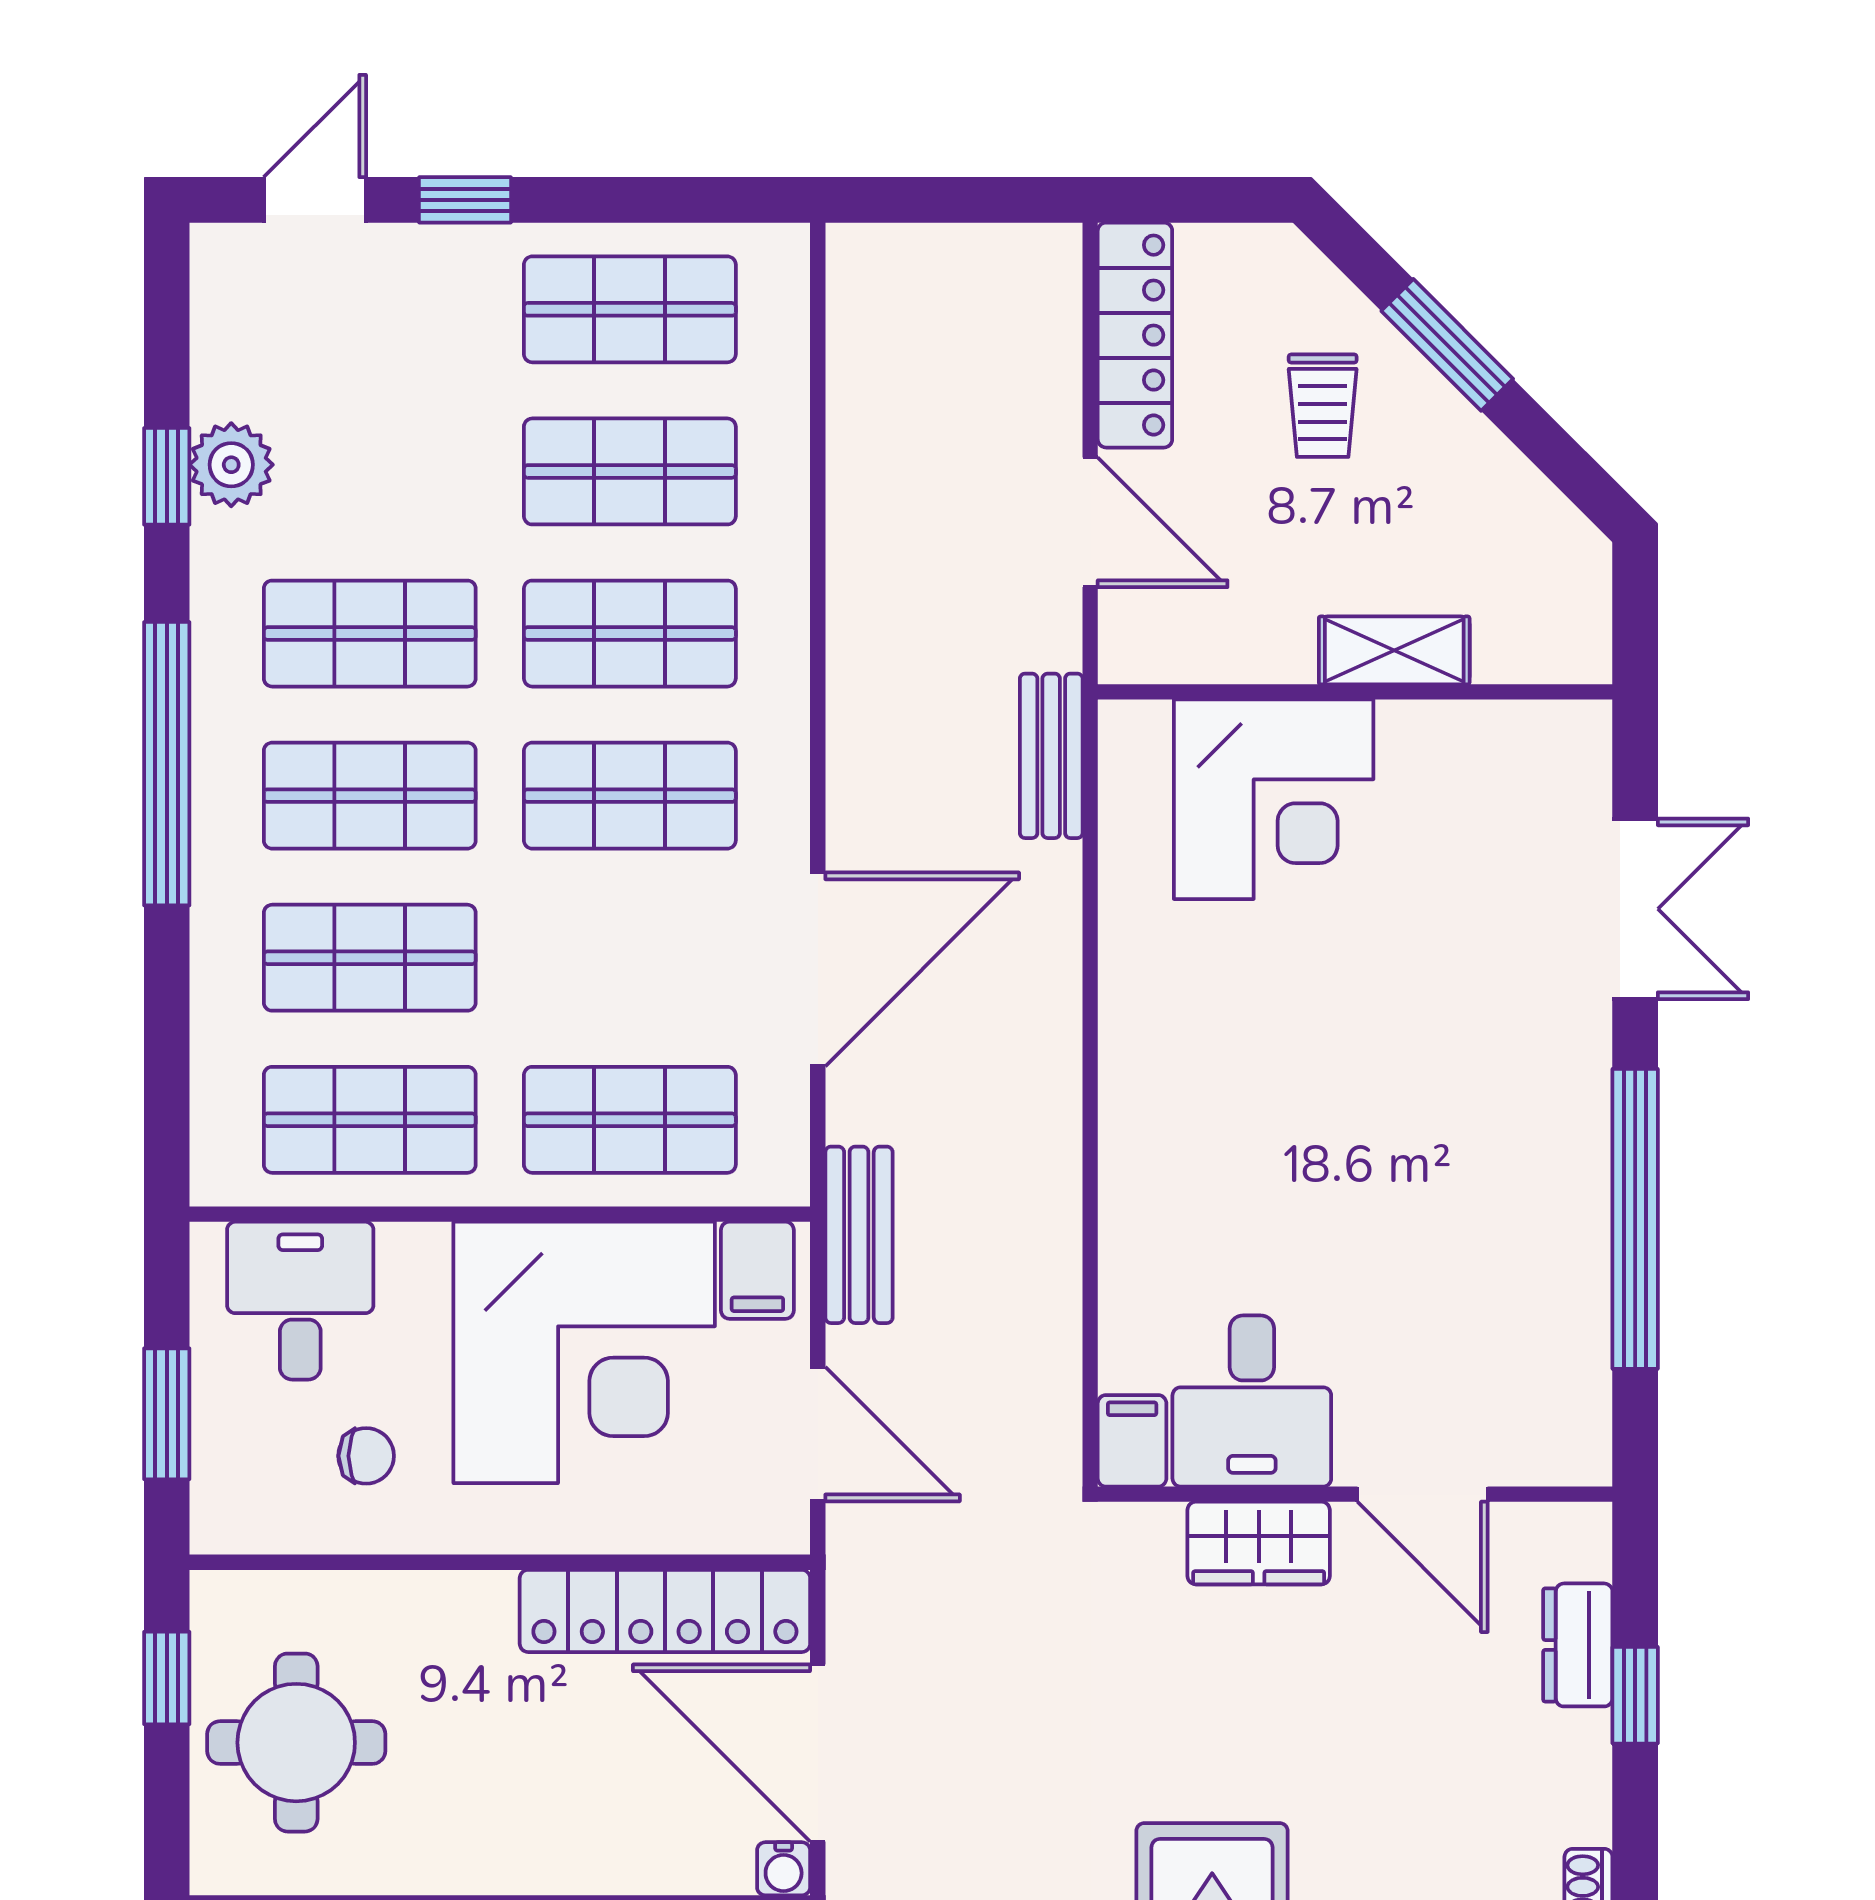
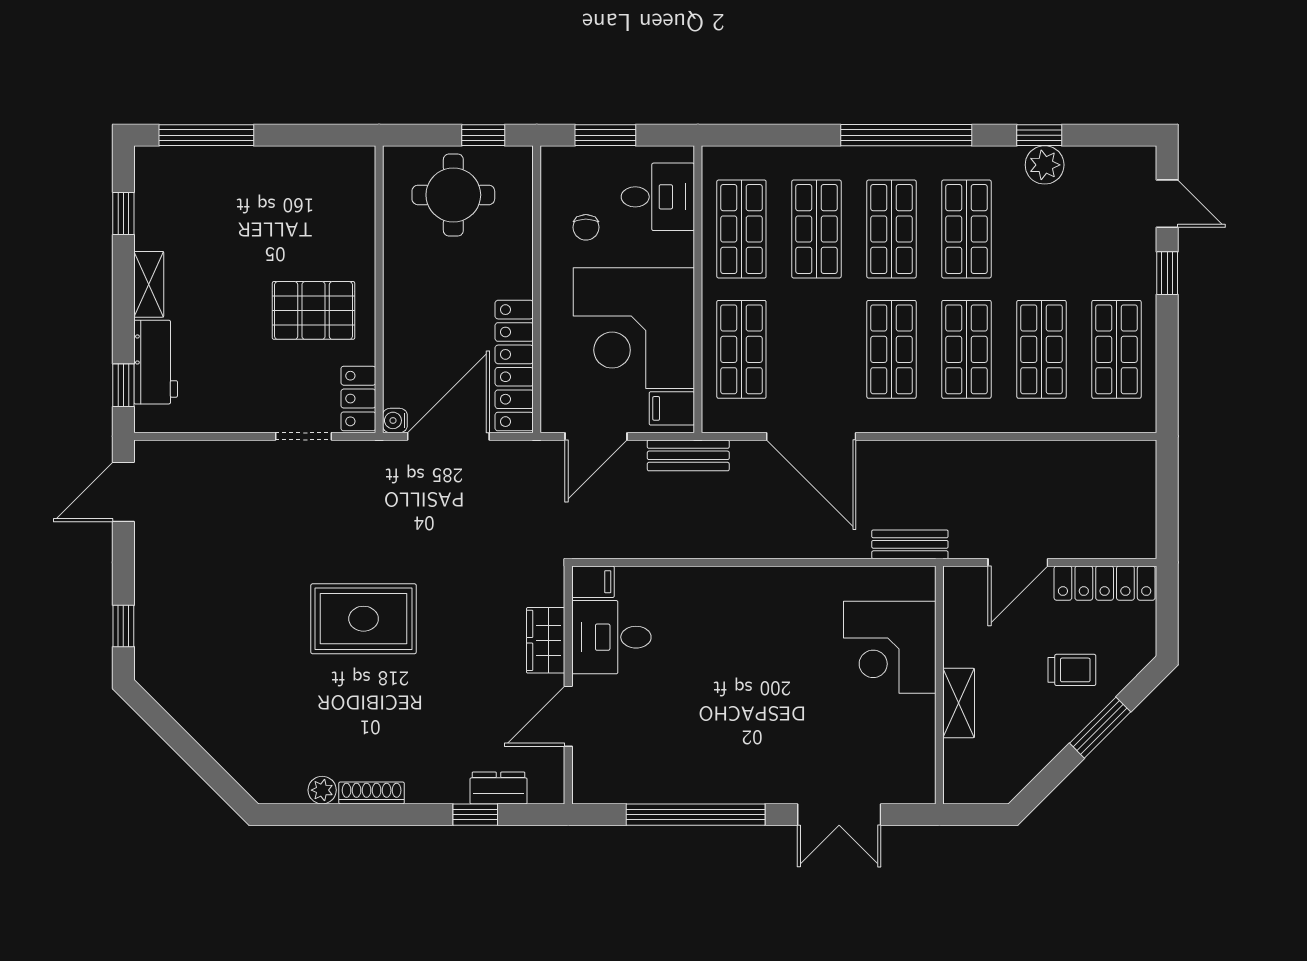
trolley: (1323, 406) -> (1072, 670), turned 180

